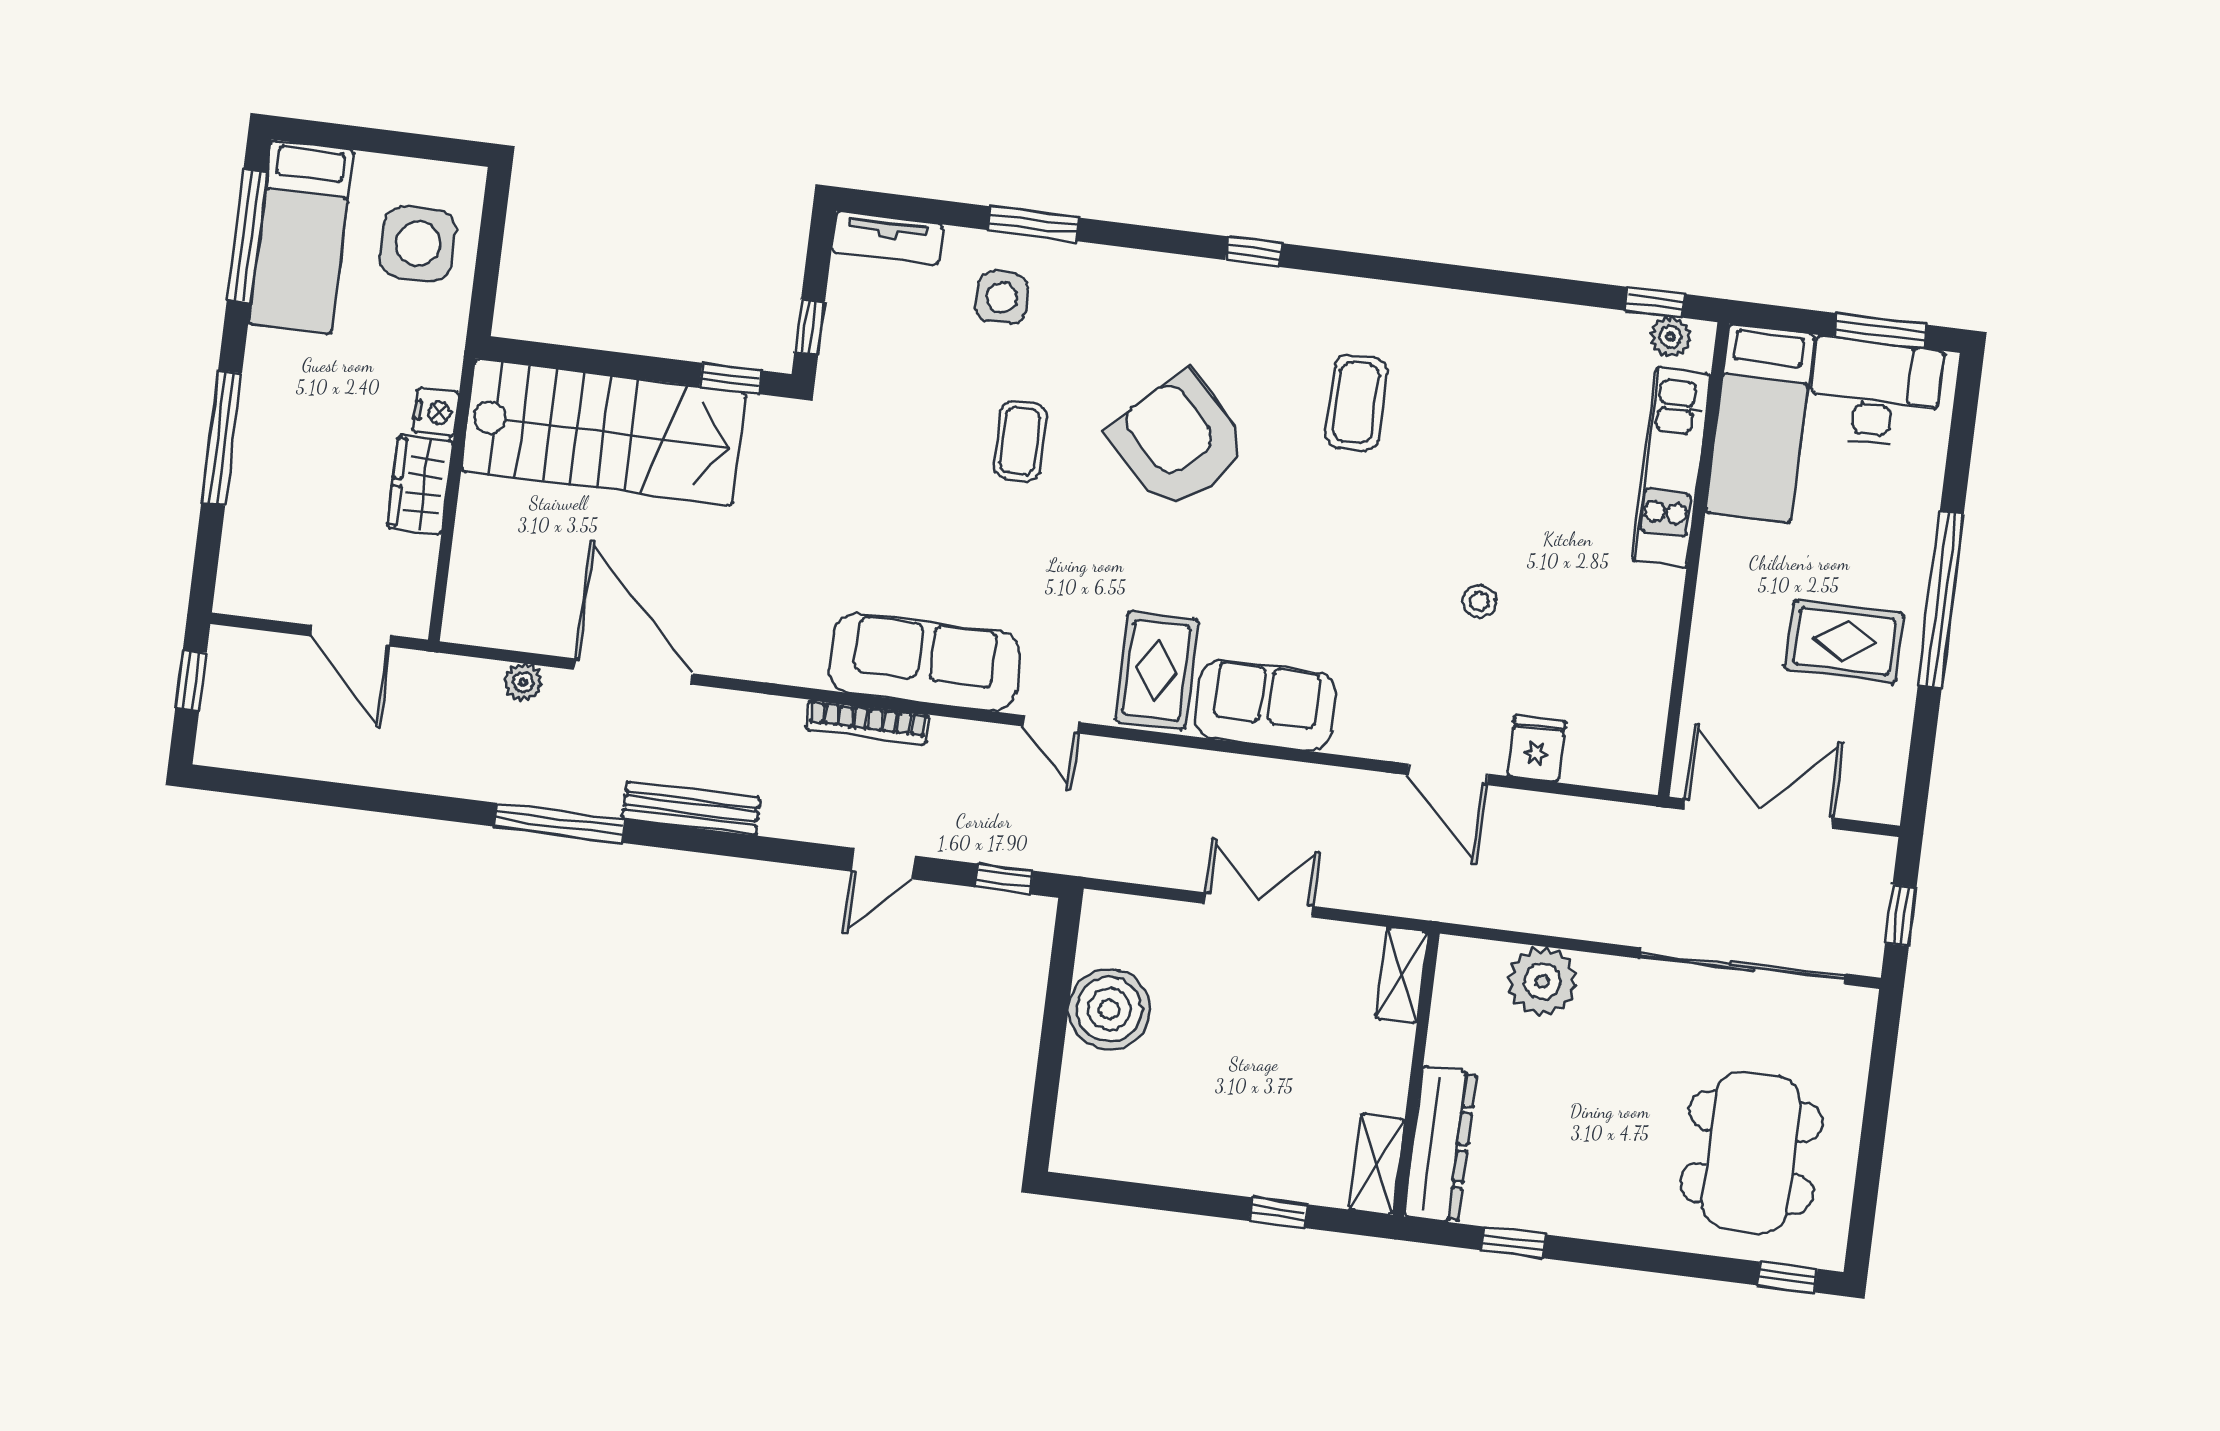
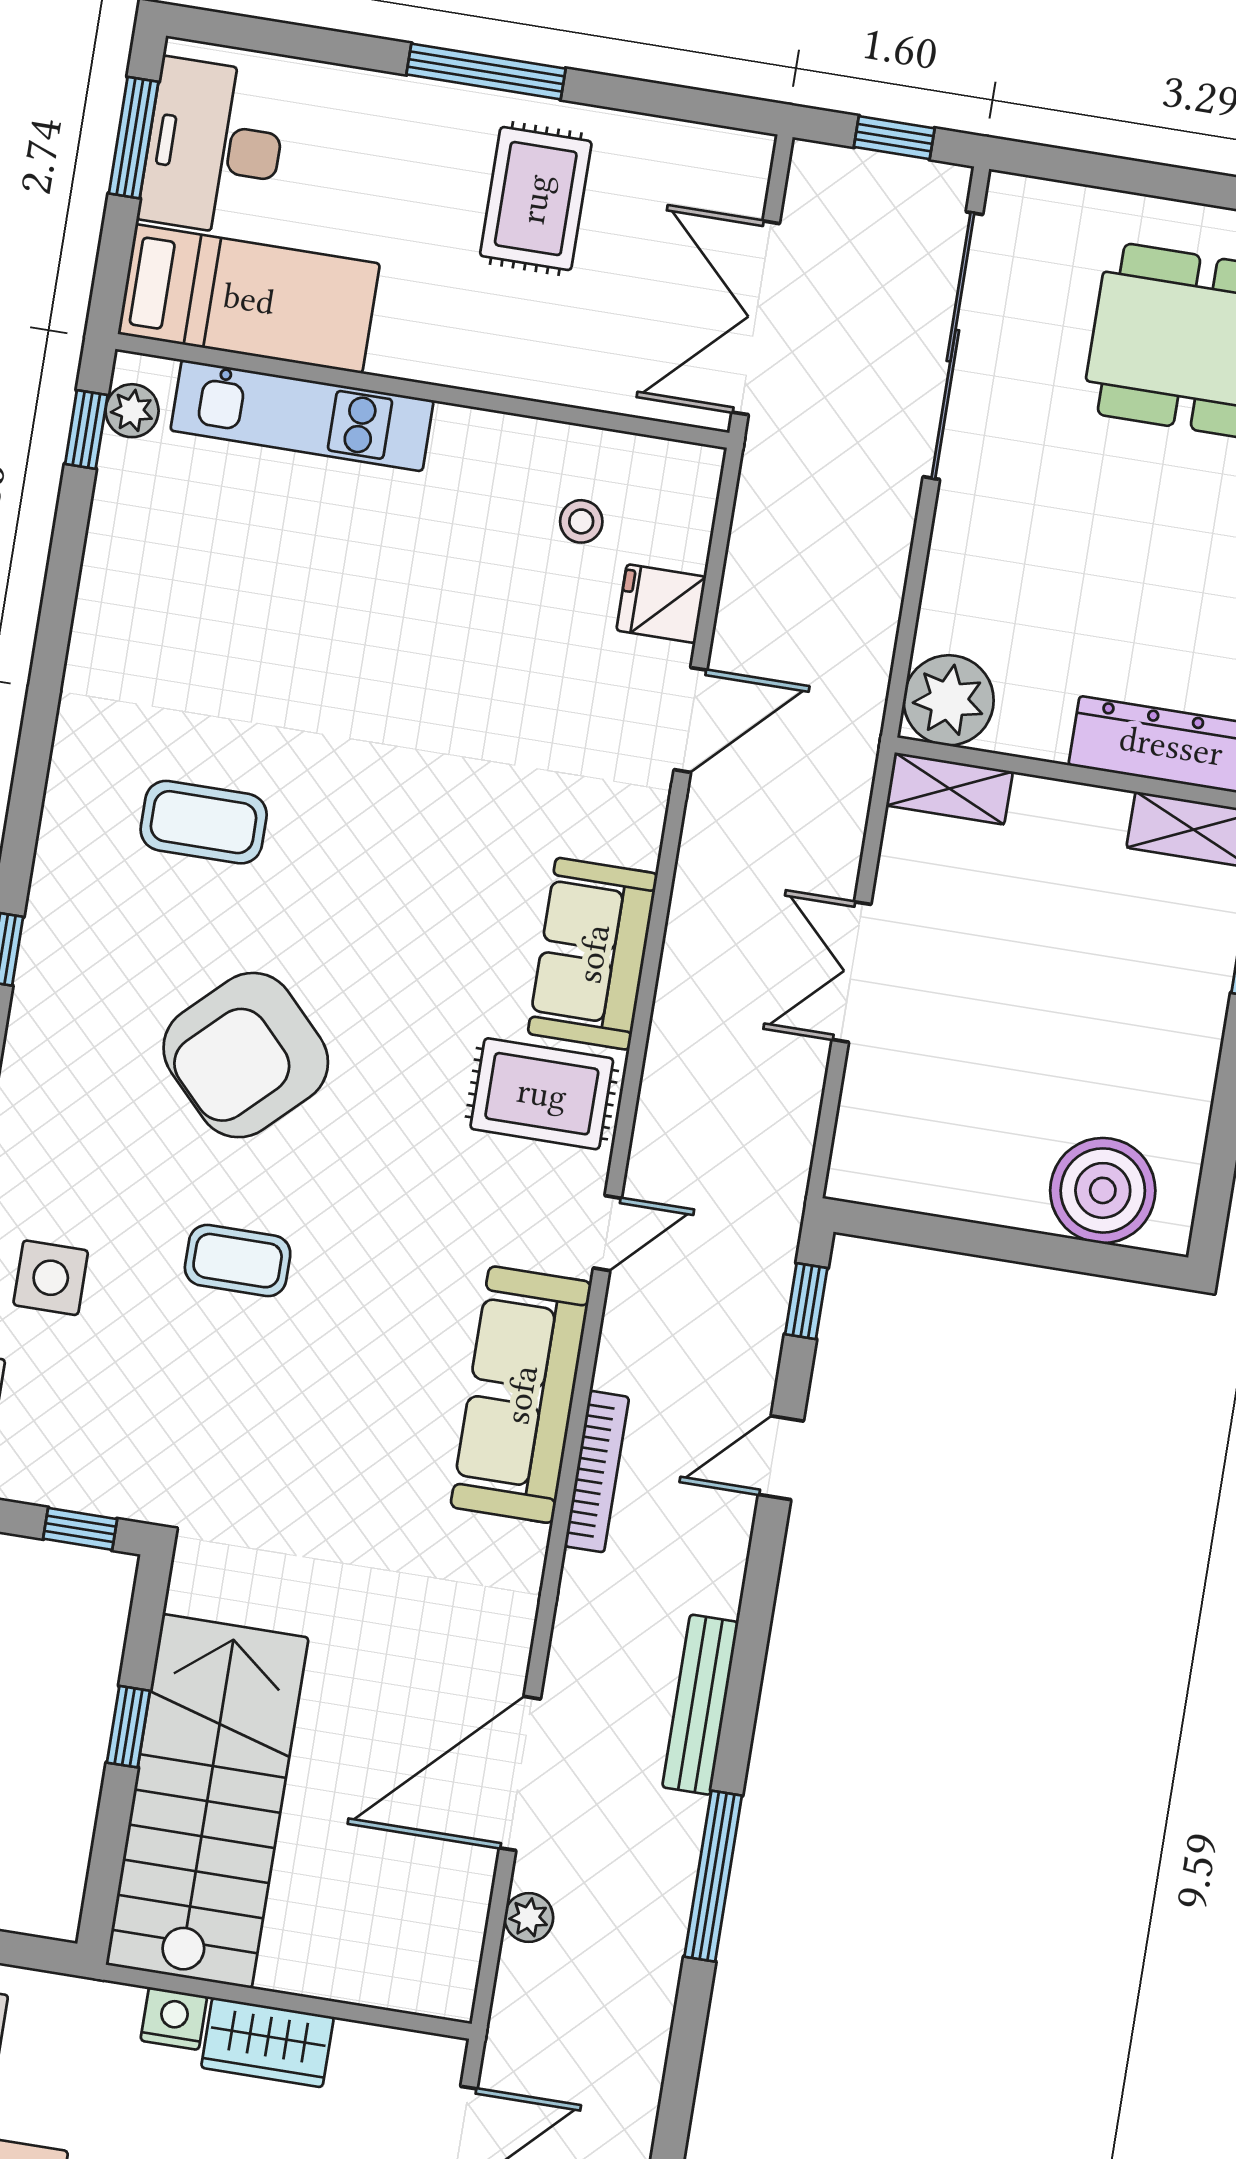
window: (731, 378) -> (128, 1727), moved
window: (1941, 600) -> (486, 72), width x0.68
stool: (1479, 601) -> (581, 521), moved
door: (883, 864) -> (781, 1458), swing flipped
plant: (1542, 981) -> (949, 700), moved
boiler: (1109, 1009) -> (1103, 1190), moved

